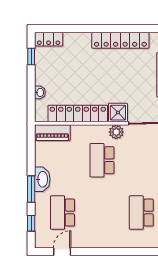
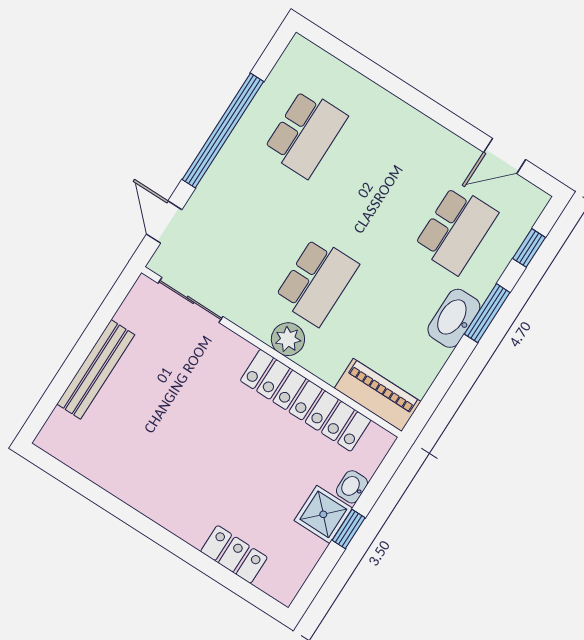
locker: (49, 39) -> (234, 554), moved
locker: (120, 40) -> (135, 488), removed
window: (31, 57) -> (349, 529), moved
shower: (118, 113) -> (323, 514), moved
plant: (116, 132) -> (288, 339), moved

